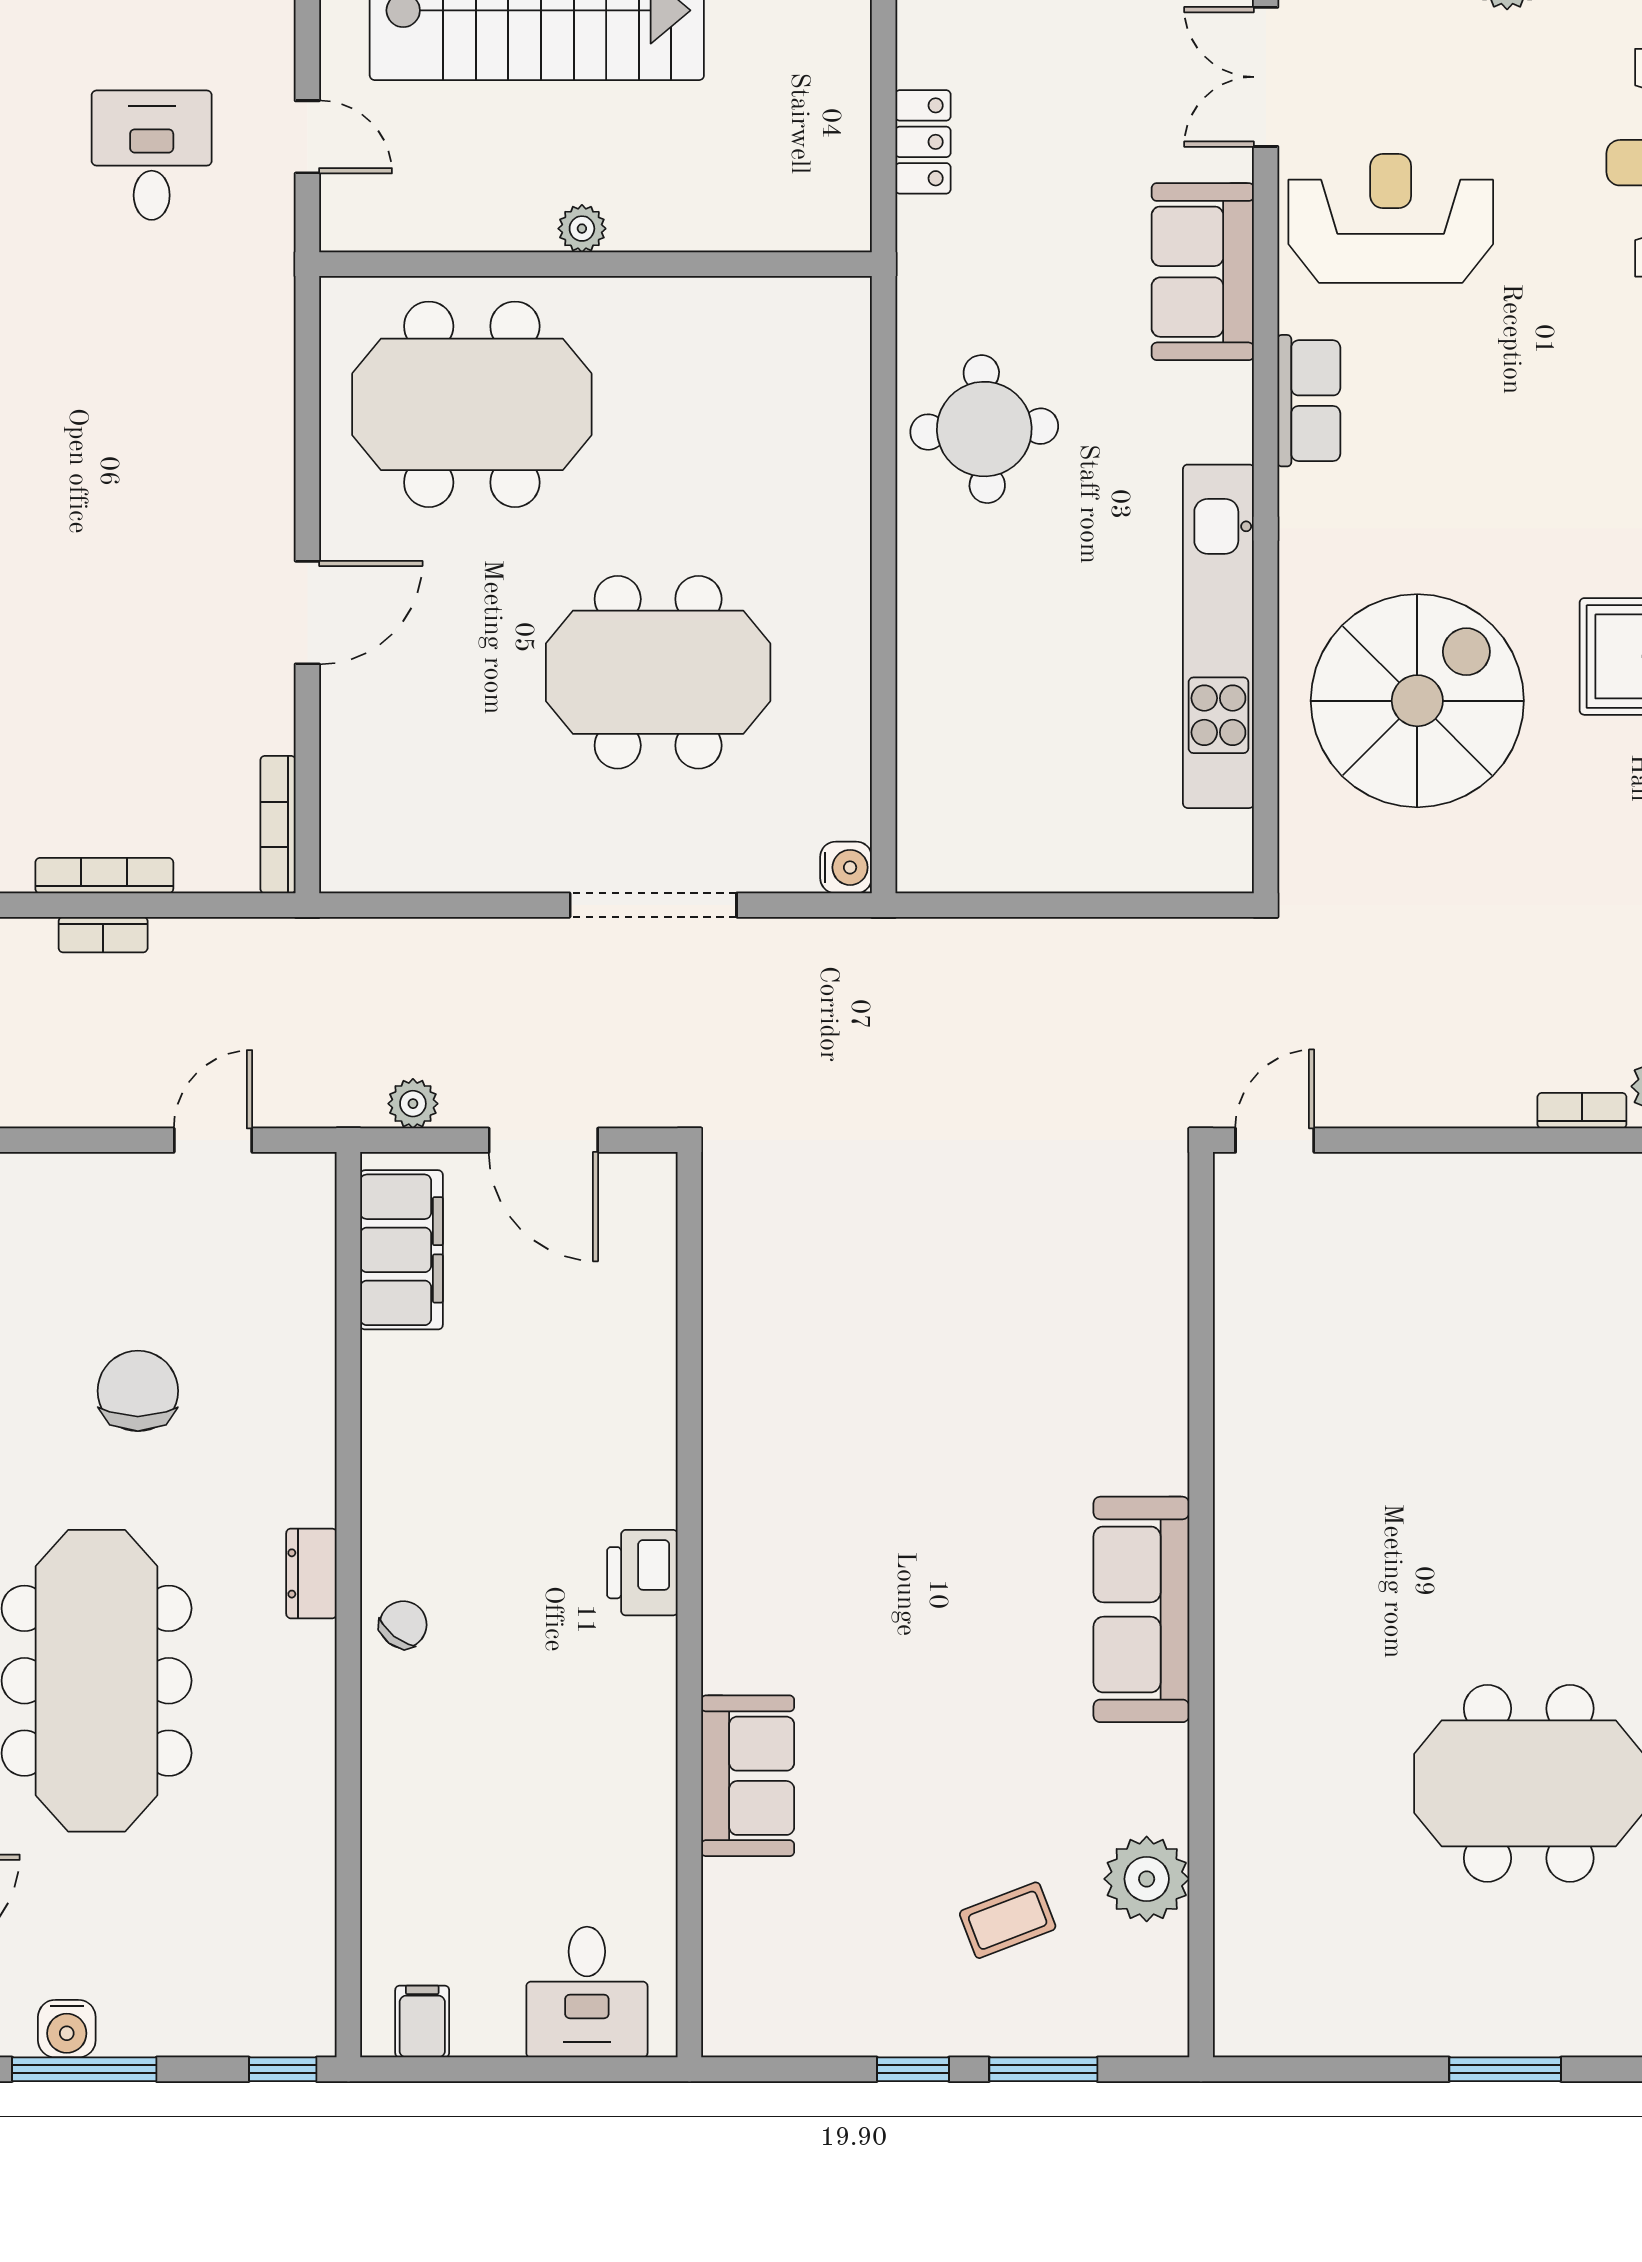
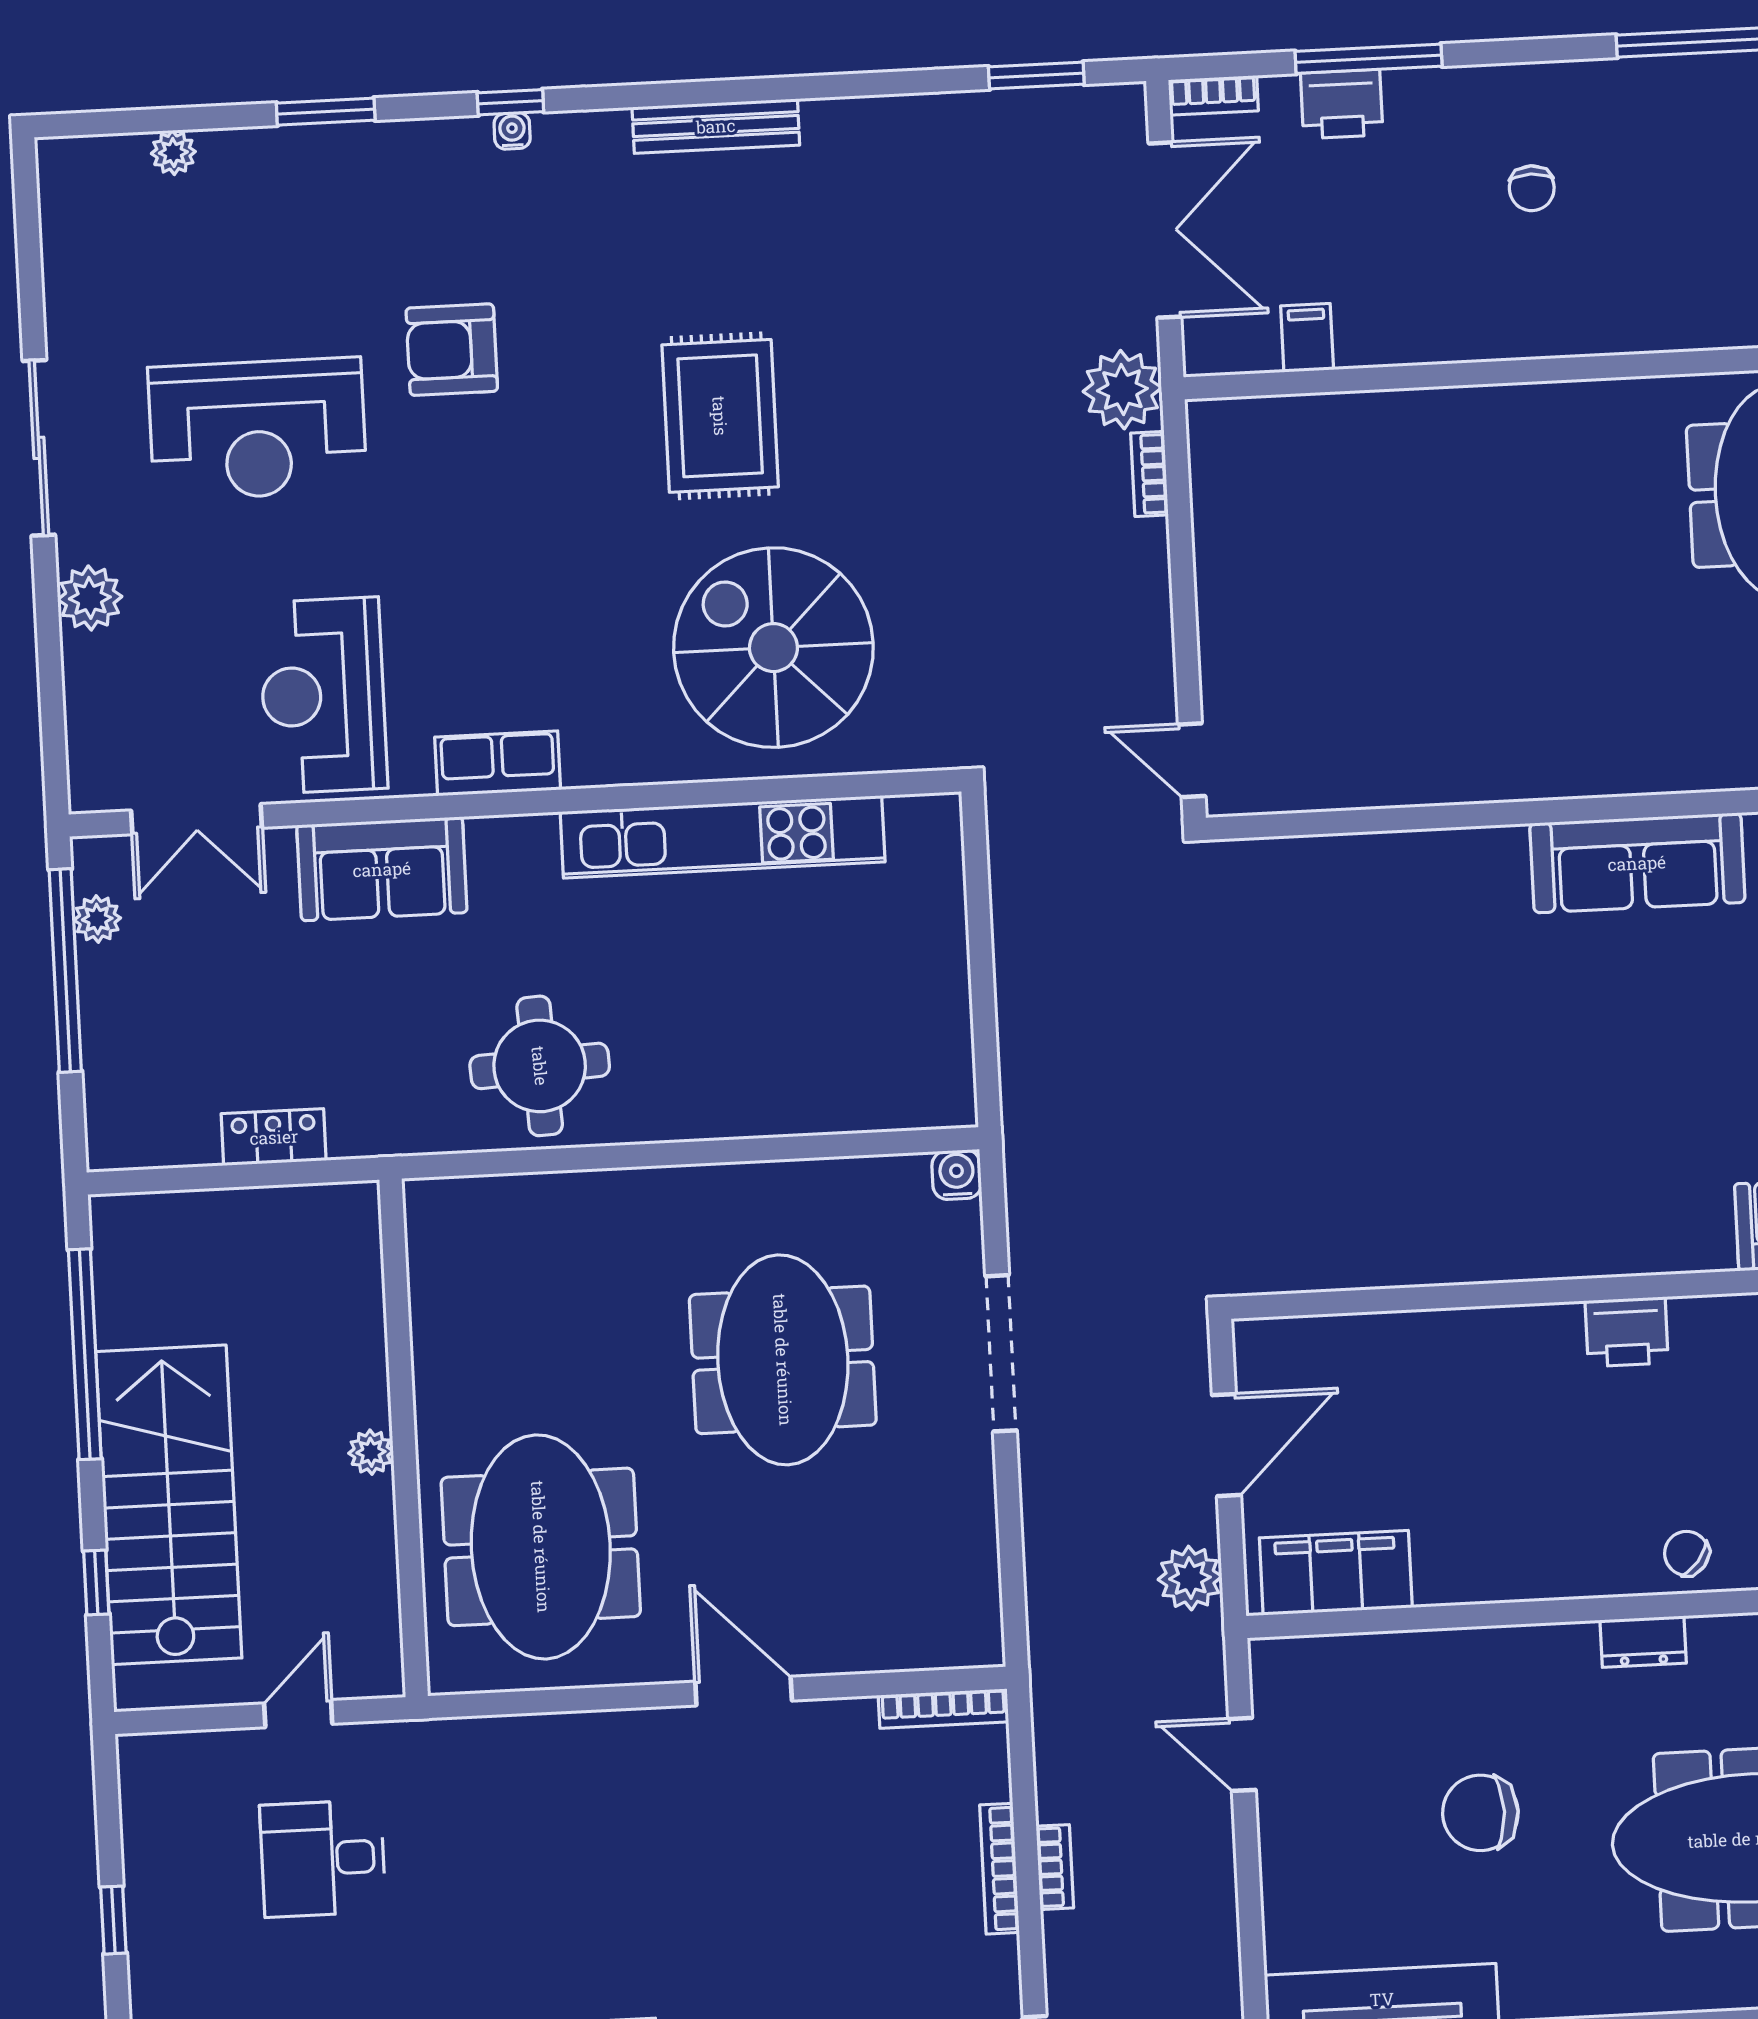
plant: (413, 1104) -> (1190, 1578), width x1.38, depth x1.38

